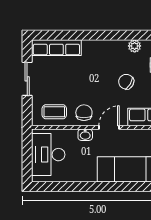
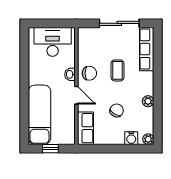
plant: (135, 46) -> (148, 101), moved
sliding door: (27, 79) -> (119, 23), width x1.37
coffee table: (54, 112) -> (117, 70), moved

